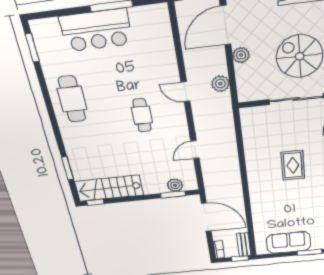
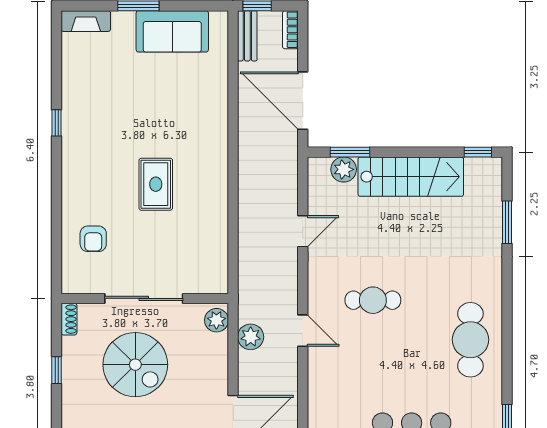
plant: (241, 55) -> (216, 320), moved
cafe table: (142, 115) -> (373, 300), turned 90
stairs: (109, 188) -> (411, 177), moved

